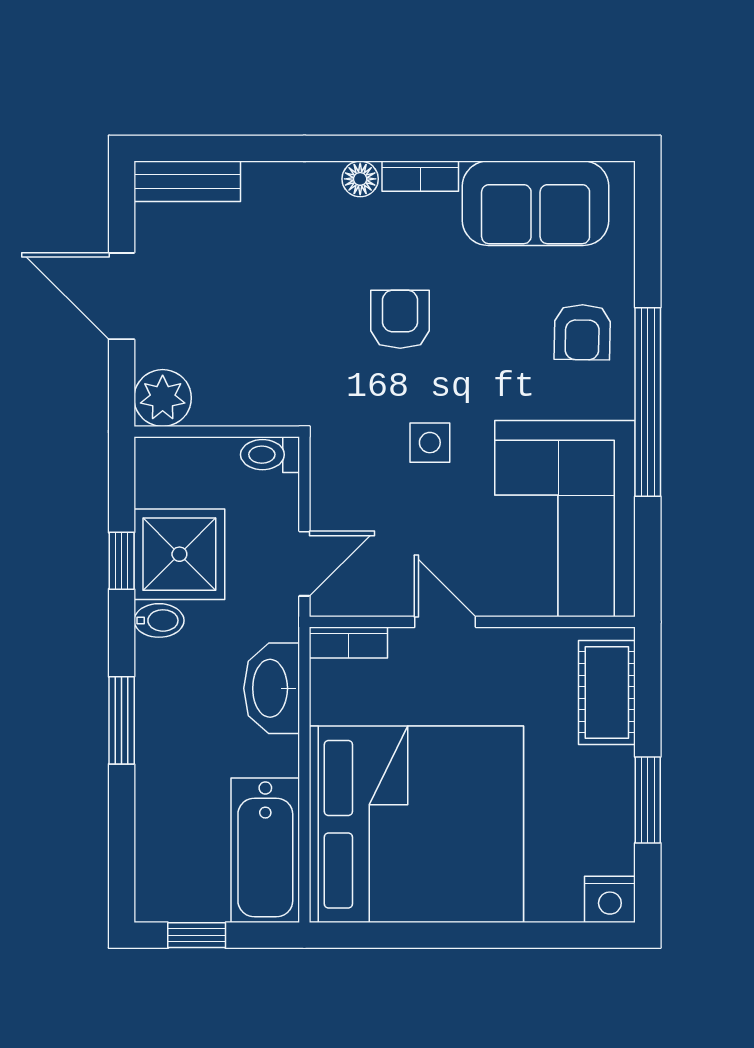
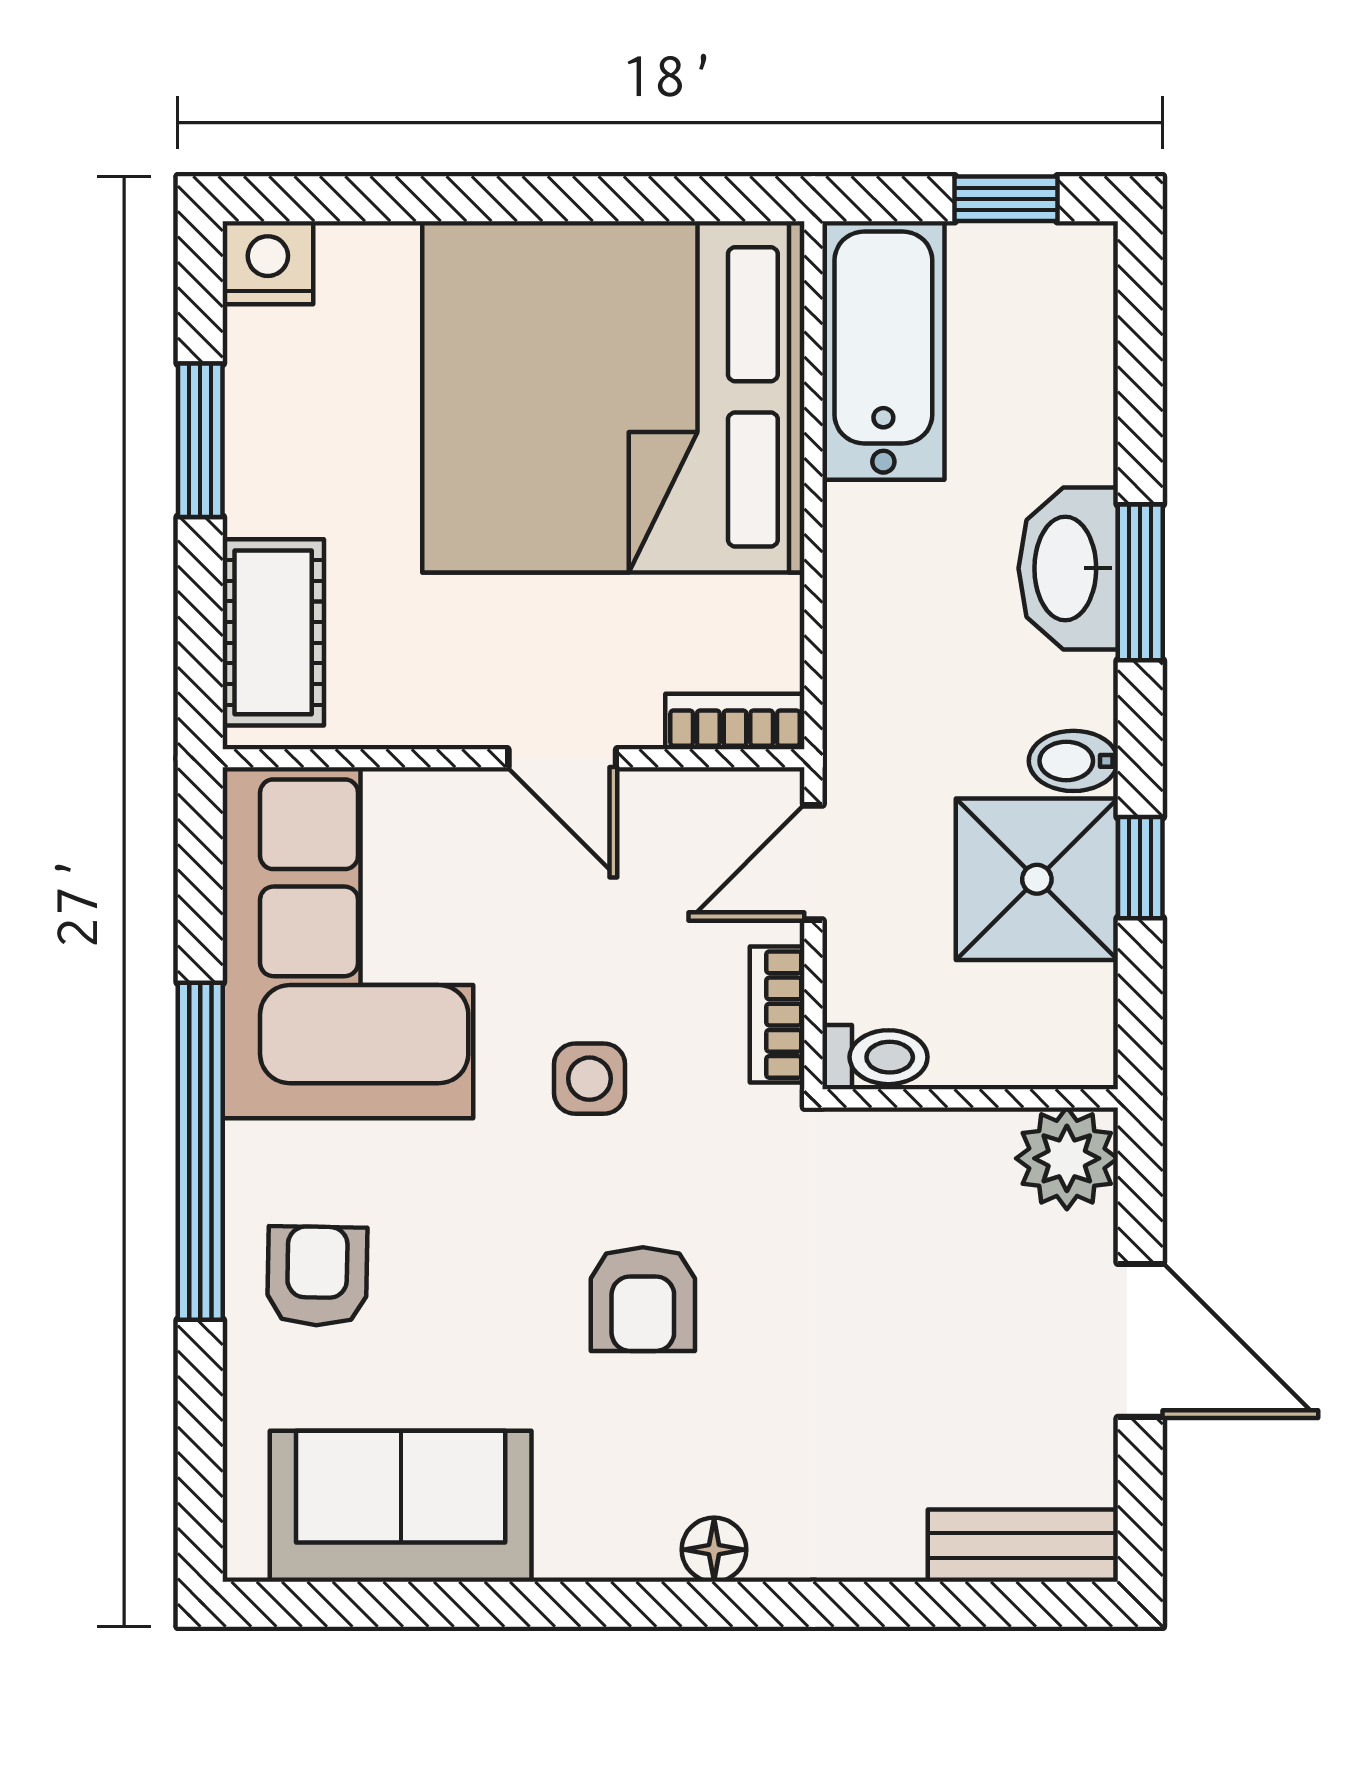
bookcase: (420, 176) -> (777, 1015), moved, turned -90
washbasin: (272, 688) -> (1068, 568), moved, turned 180

